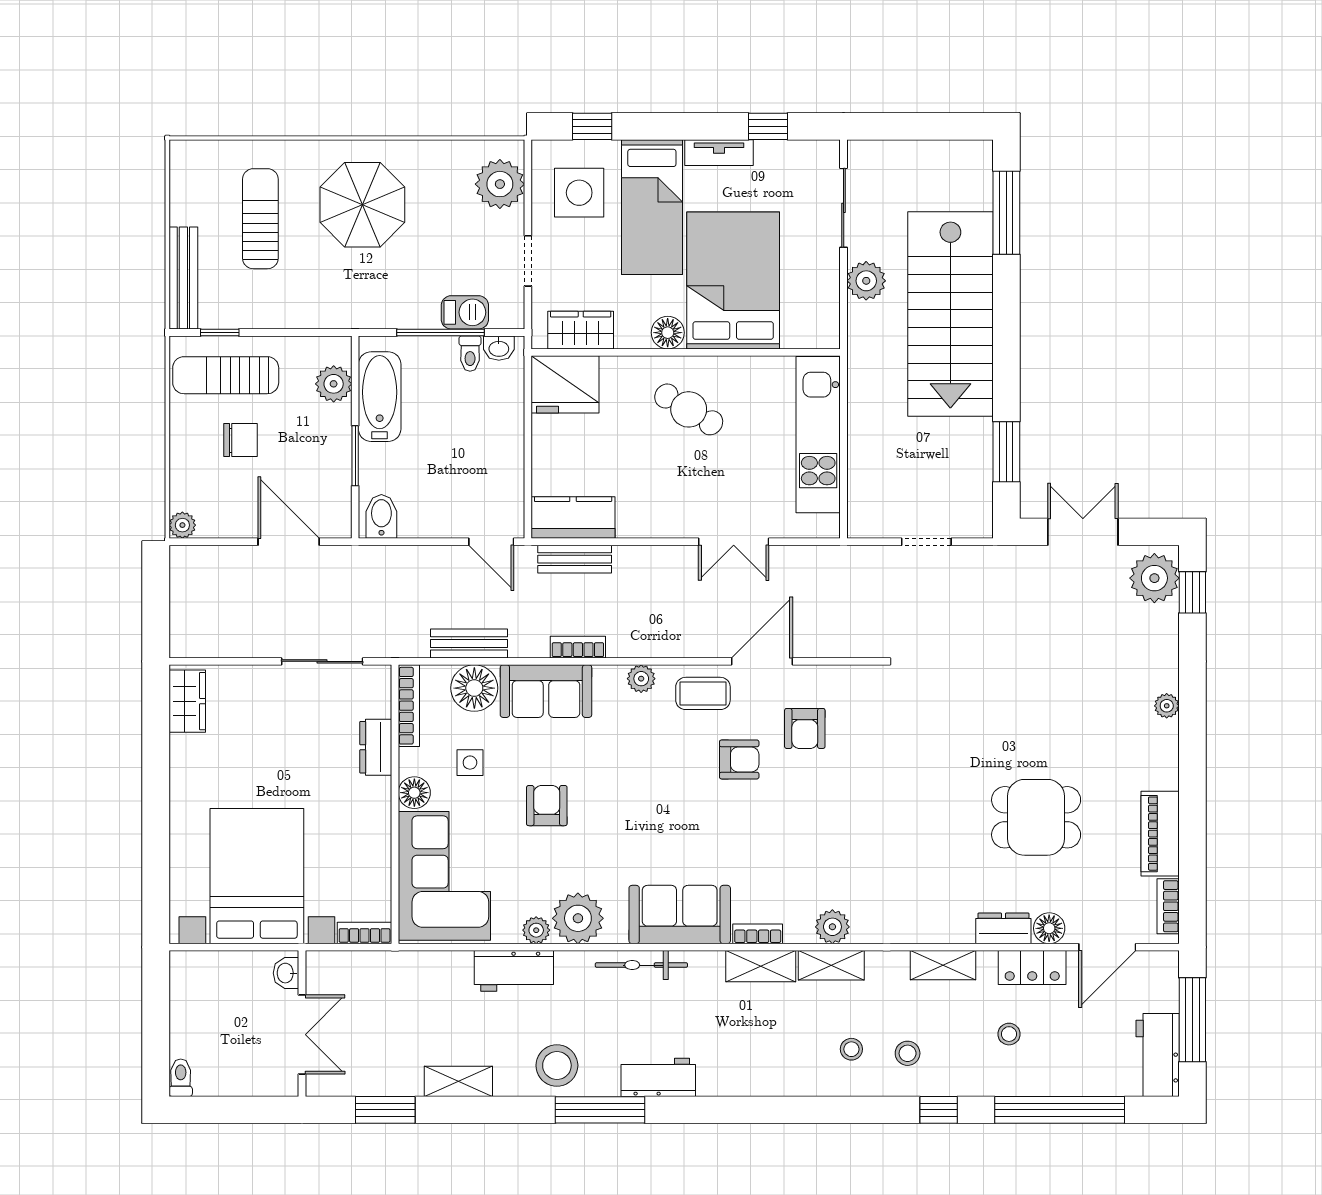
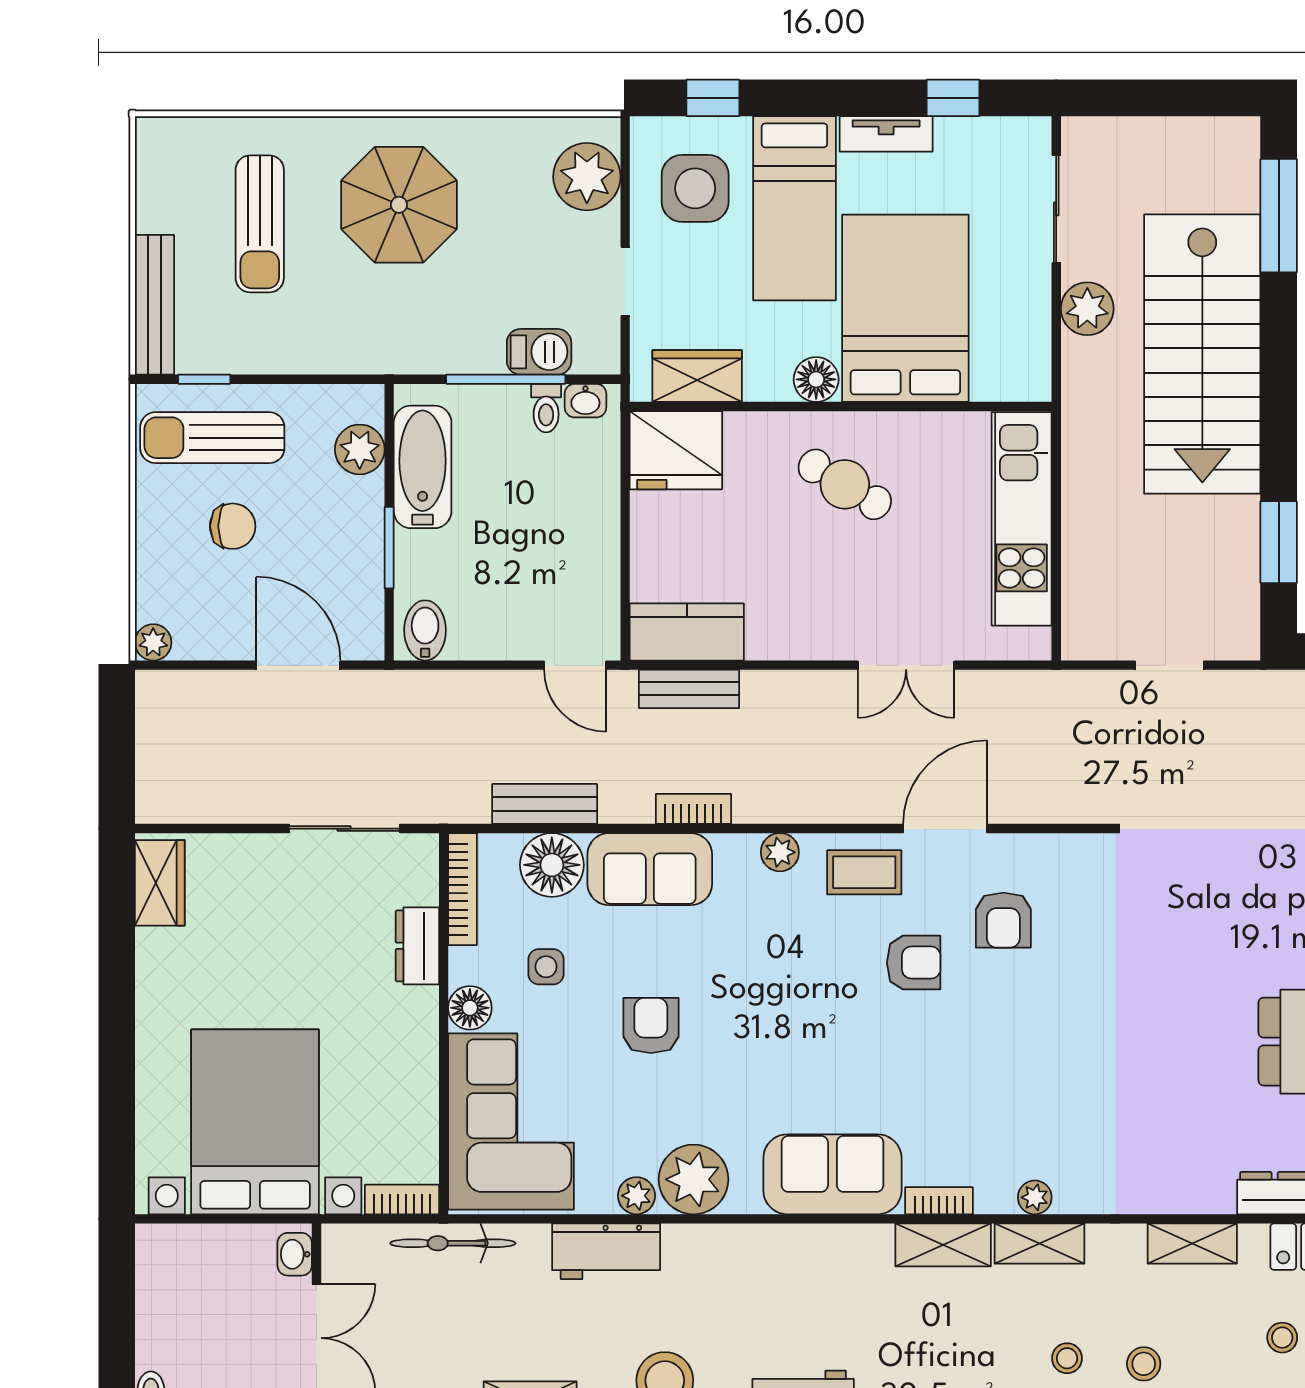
sun lounger: (260, 219) -> (260, 224), turned 180
plant: (832, 927) -> (1035, 1197), width x0.73, depth x0.73
bicycle: (641, 965) -> (453, 1243), moved

